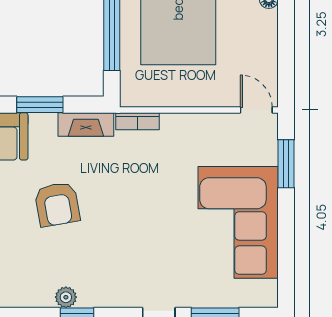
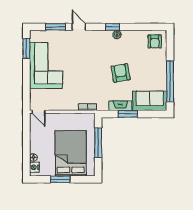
fireplace: (86, 124) -> (120, 106), moved
window: (286, 164) -> (26, 48), moved

